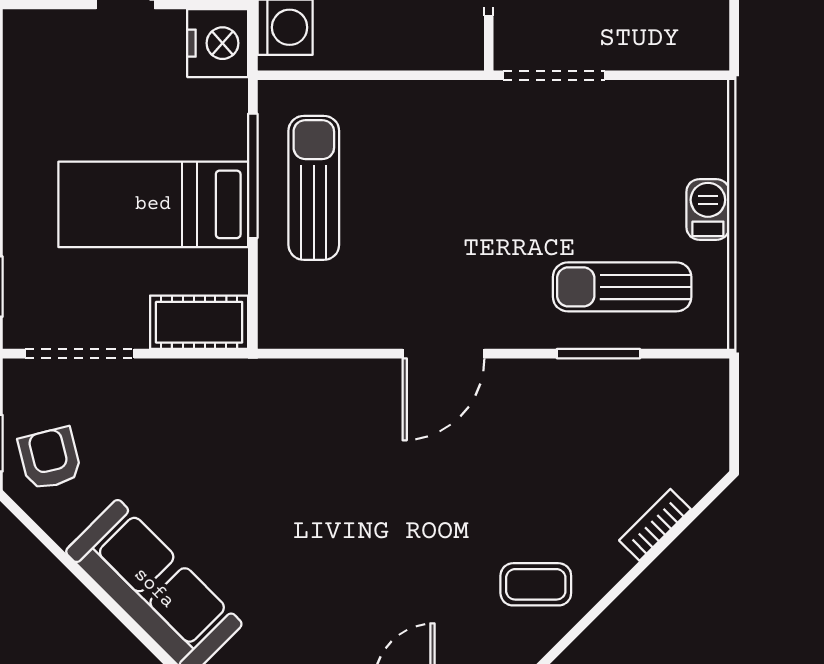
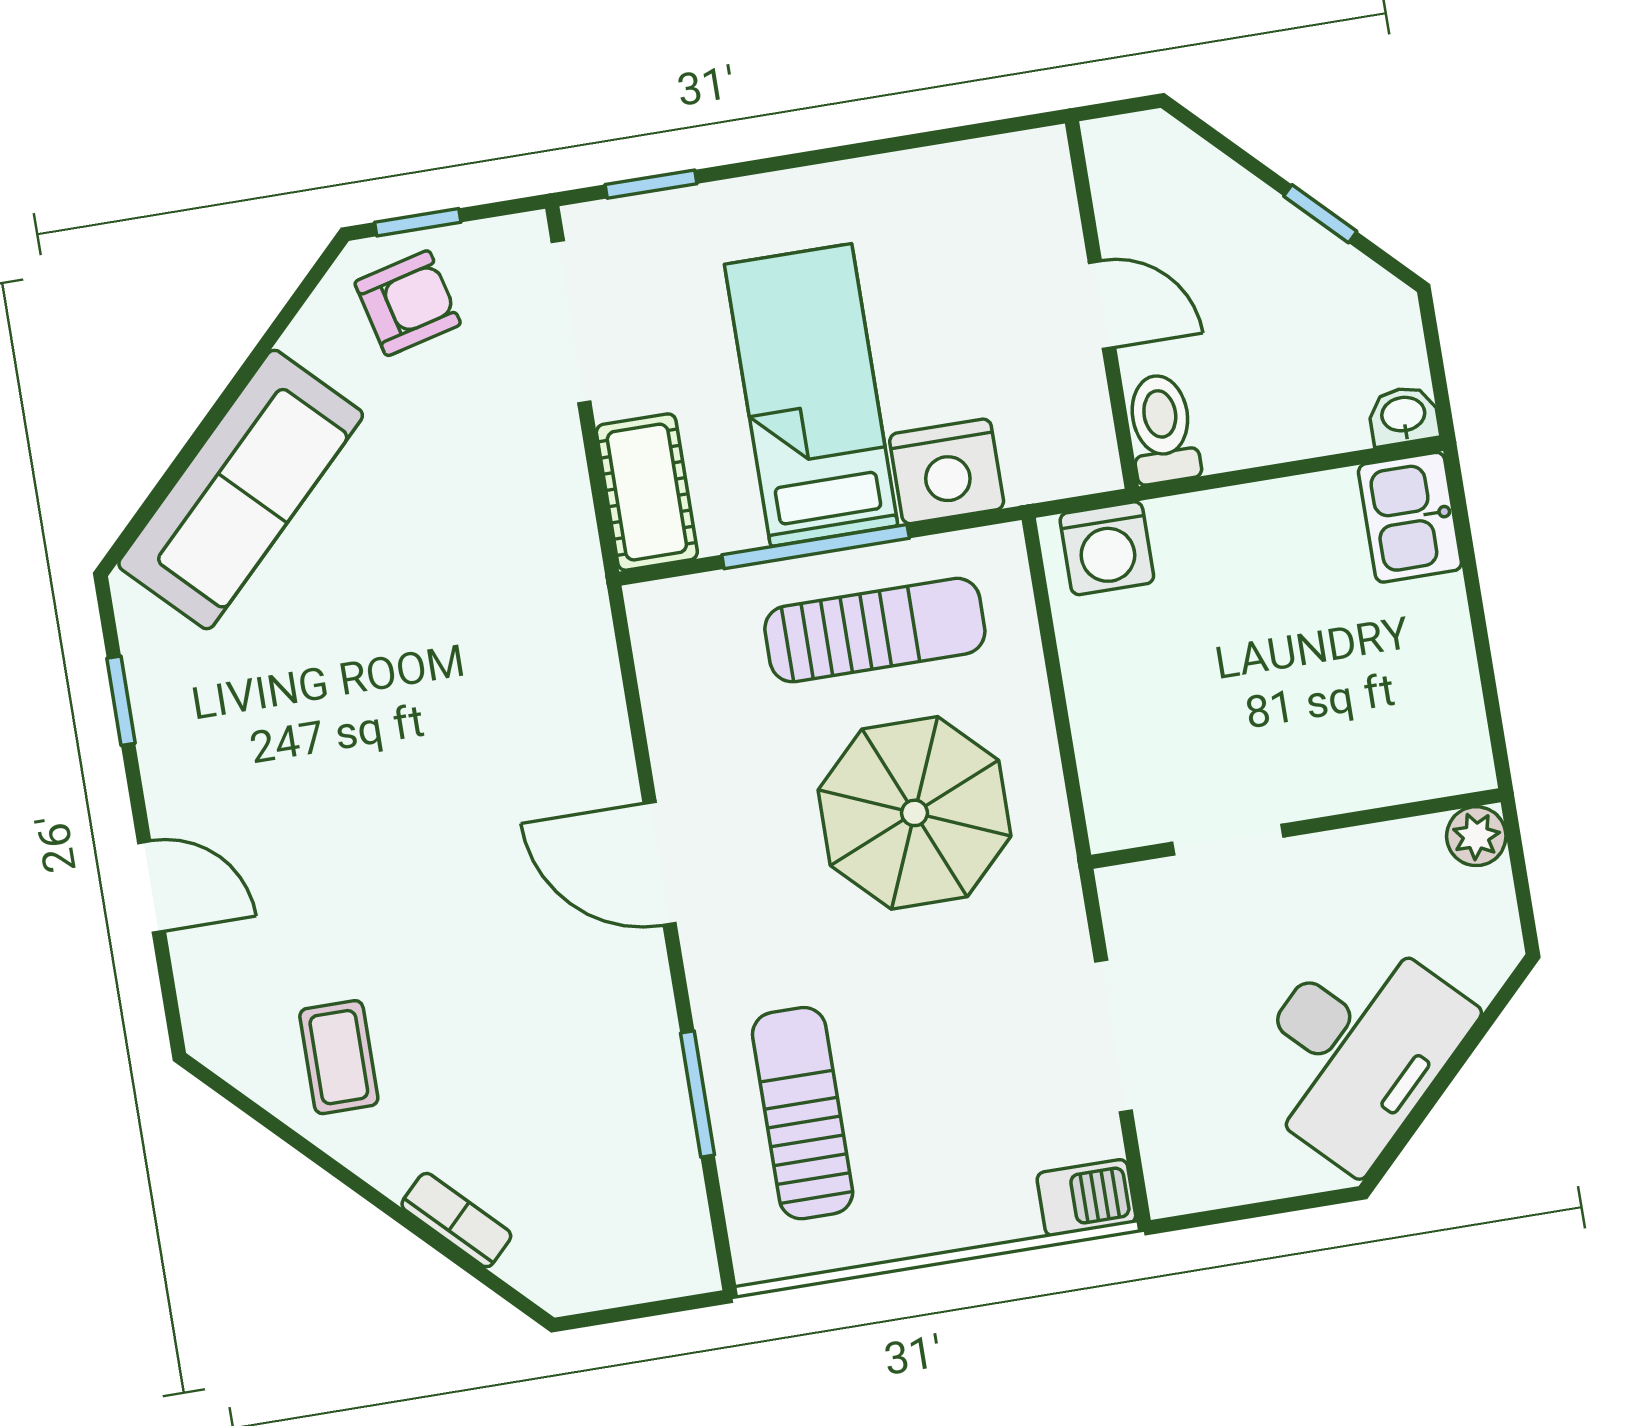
nightstand: (218, 43) -> (947, 471), moved
doorway: (554, 75) -> (1113, 1036), moved
window: (253, 176) -> (816, 547), moved
parasol: (438, 181) -> (915, 813), added
barbecue: (708, 209) -> (1086, 1198), moved

